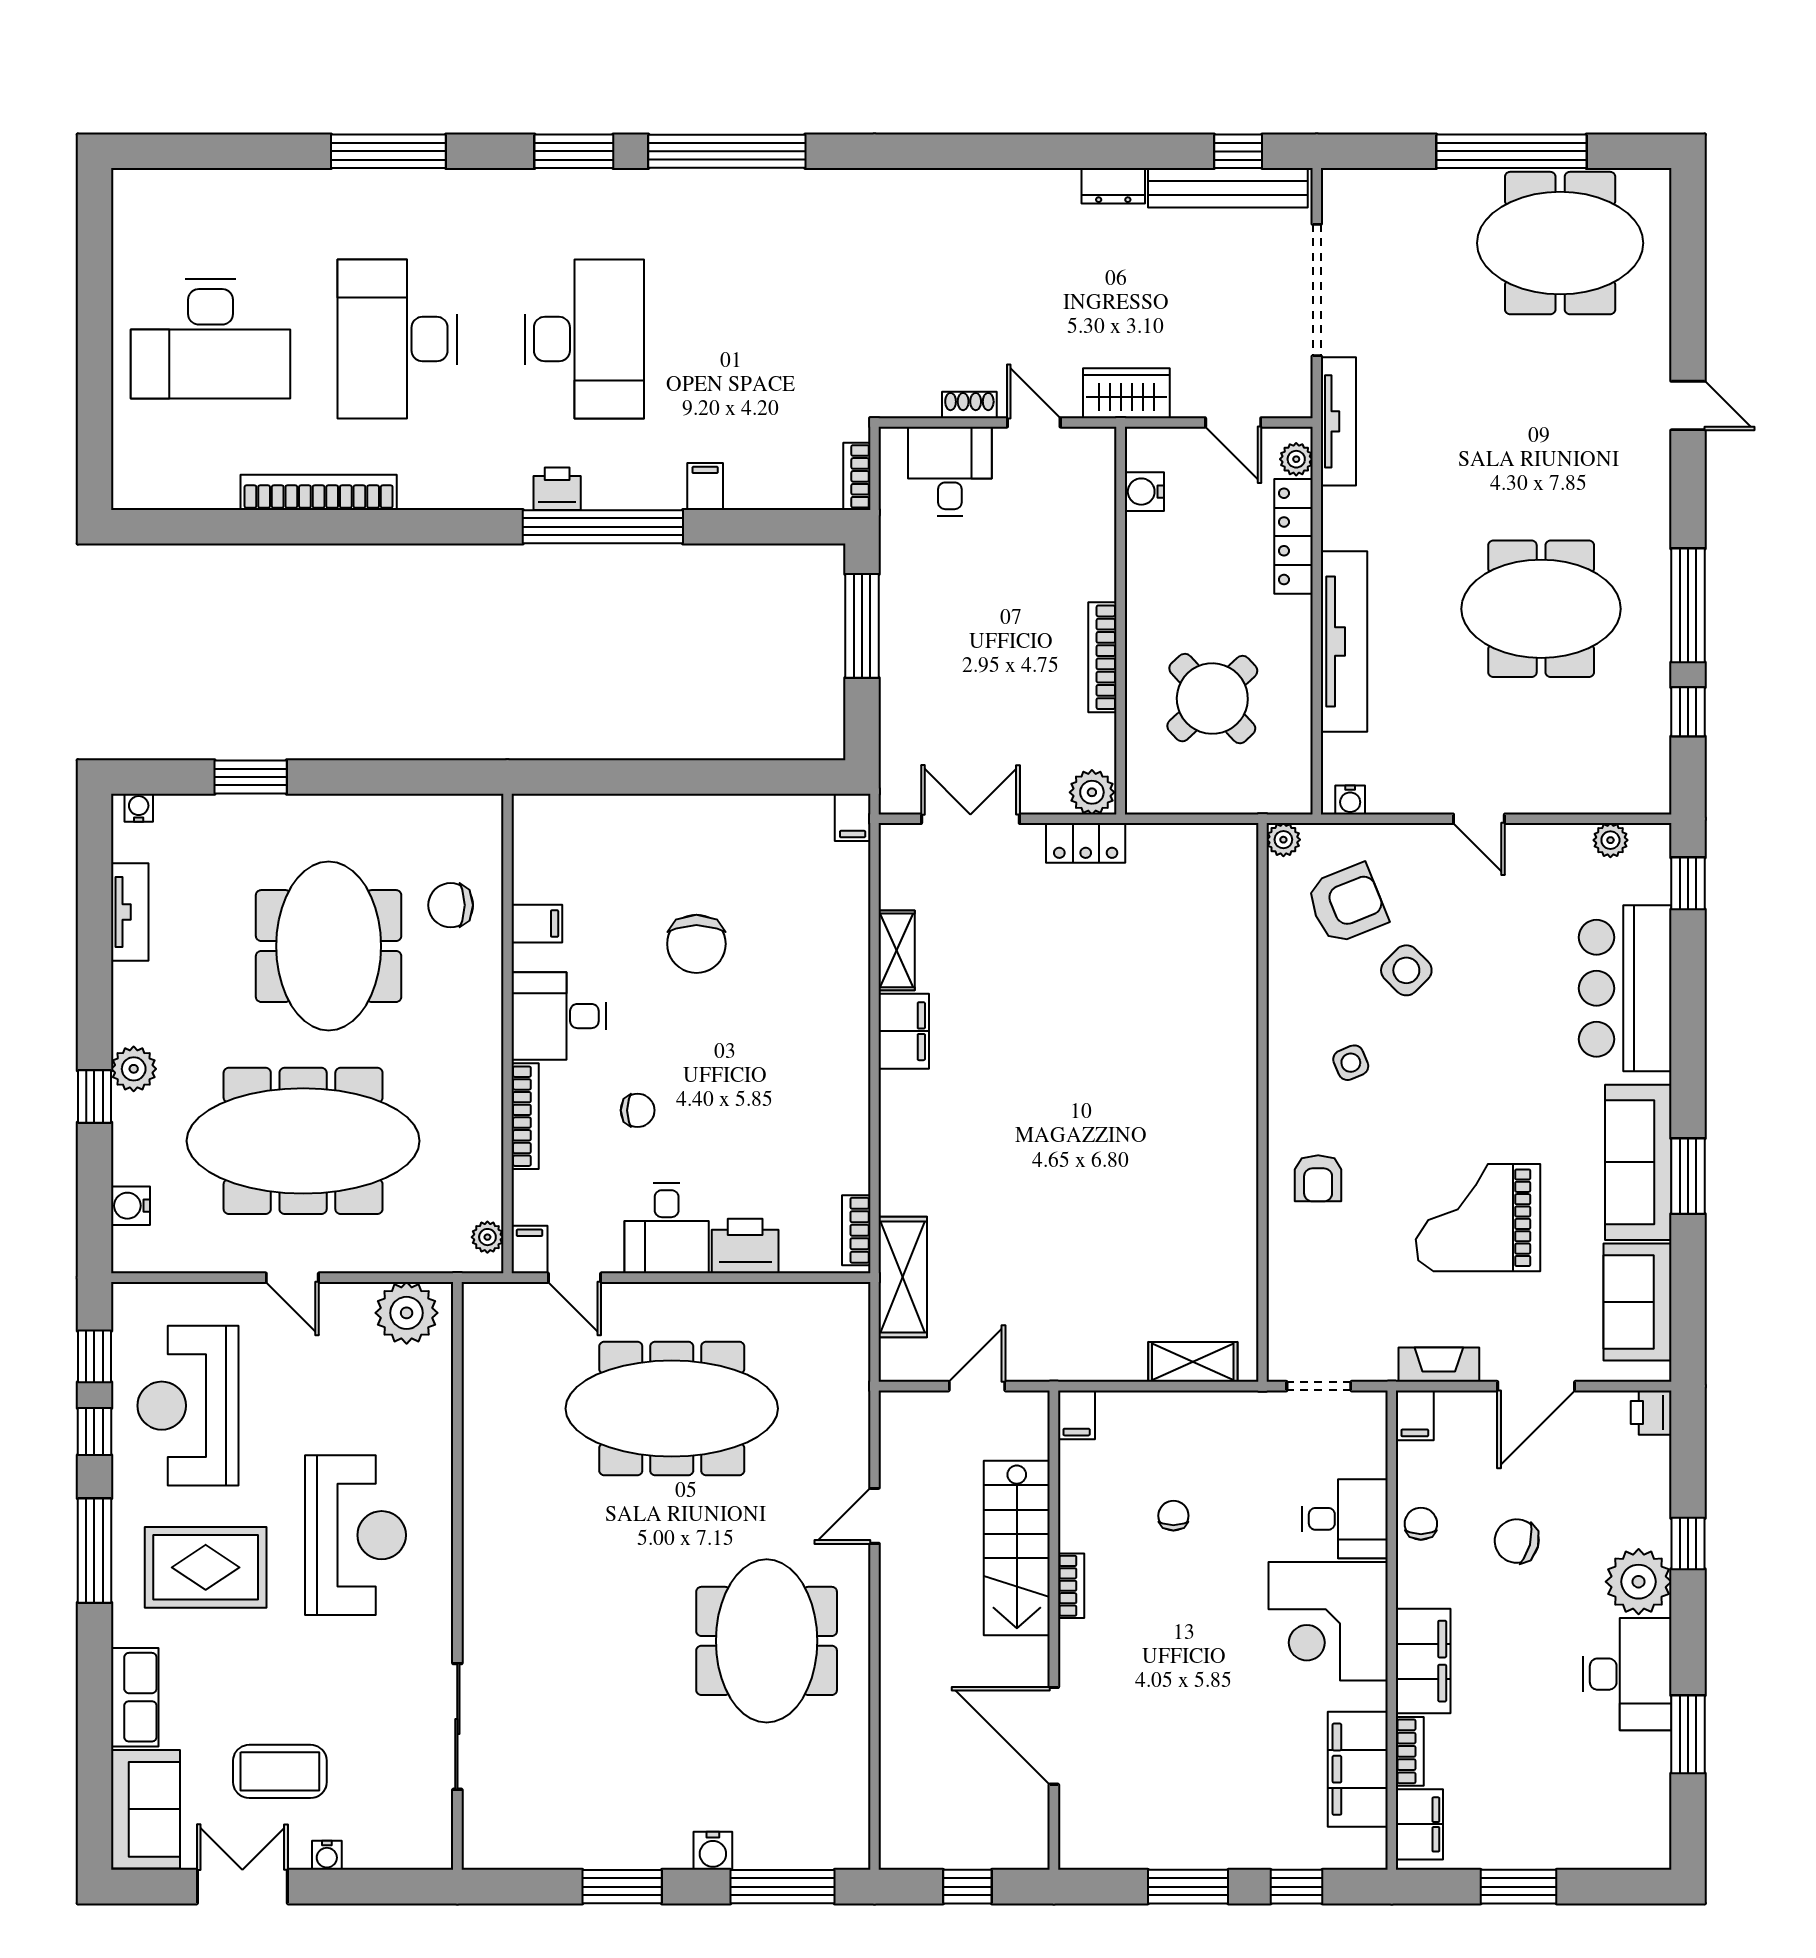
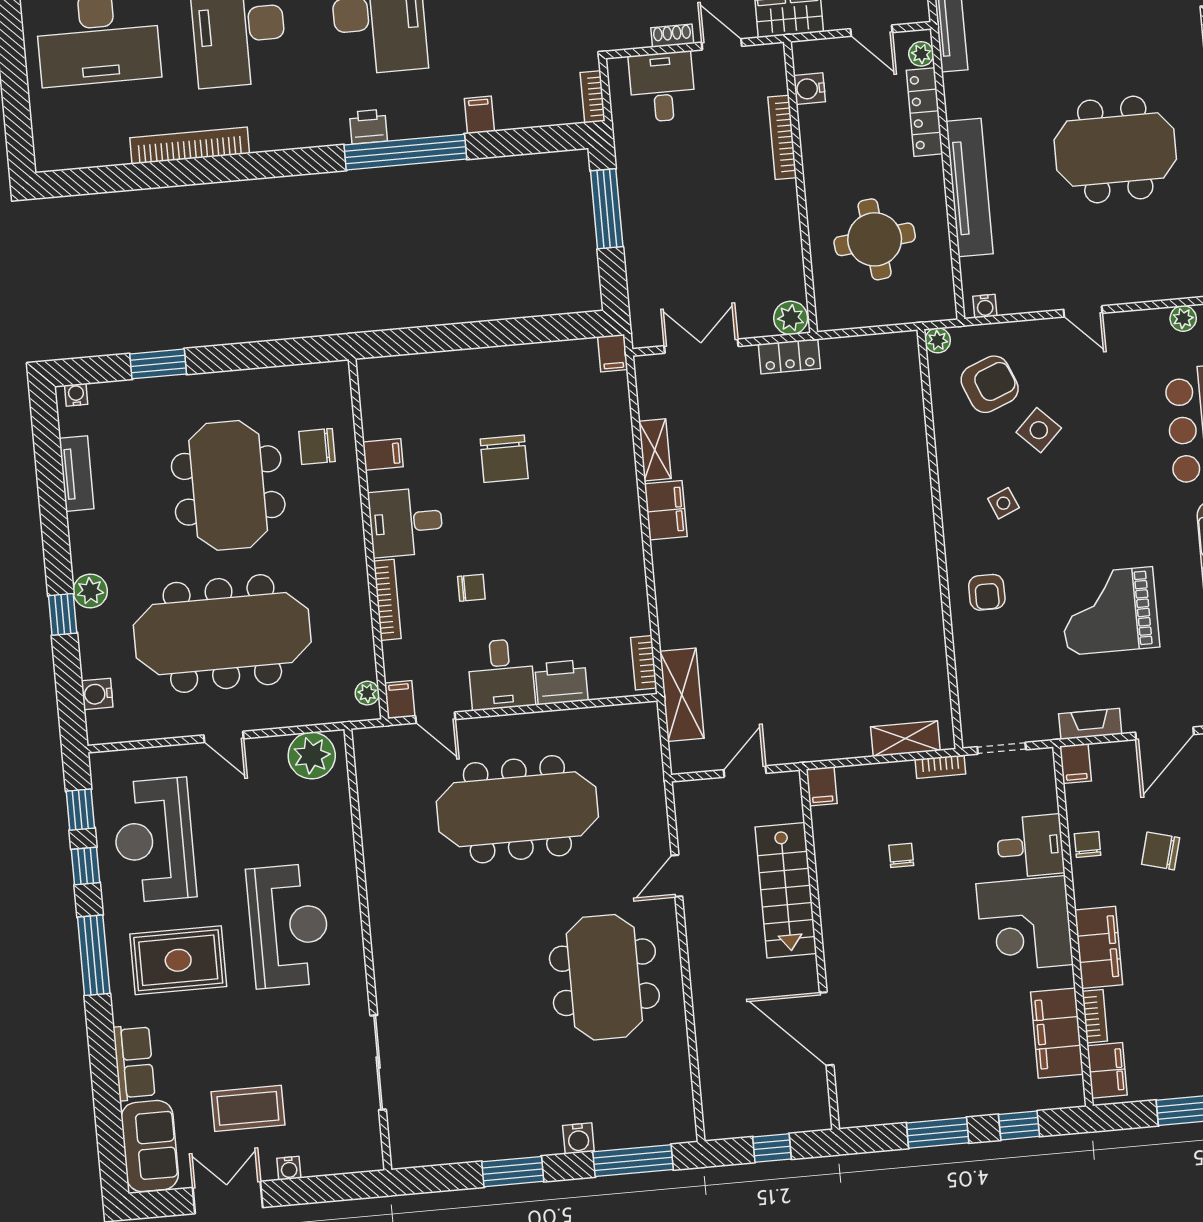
bookcase: (1102, 657) -> (782, 137), moved
round table: (1212, 699) -> (875, 239), turned 37
bookcase: (1071, 1586) -> (940, 767), moved, turned 90

